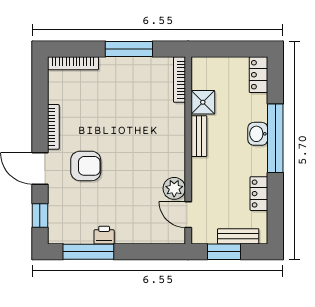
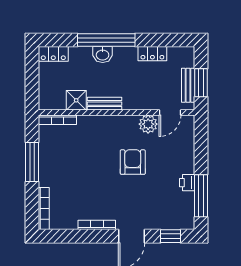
armchair: (86, 166) -> (133, 162), moved
bench: (238, 236) -> (188, 85), moved

